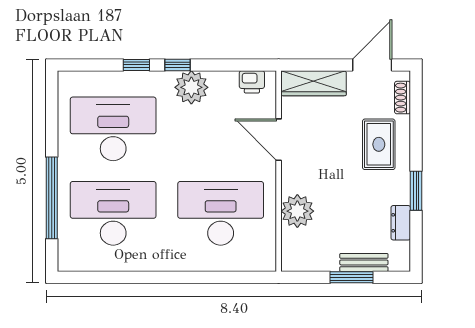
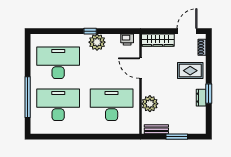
window: (136, 65) -> (70, 31), removed
rug: (379, 144) -> (190, 71), turned 90
dresser: (401, 223) -> (201, 98), moved
bench: (364, 262) -> (156, 129), moved

